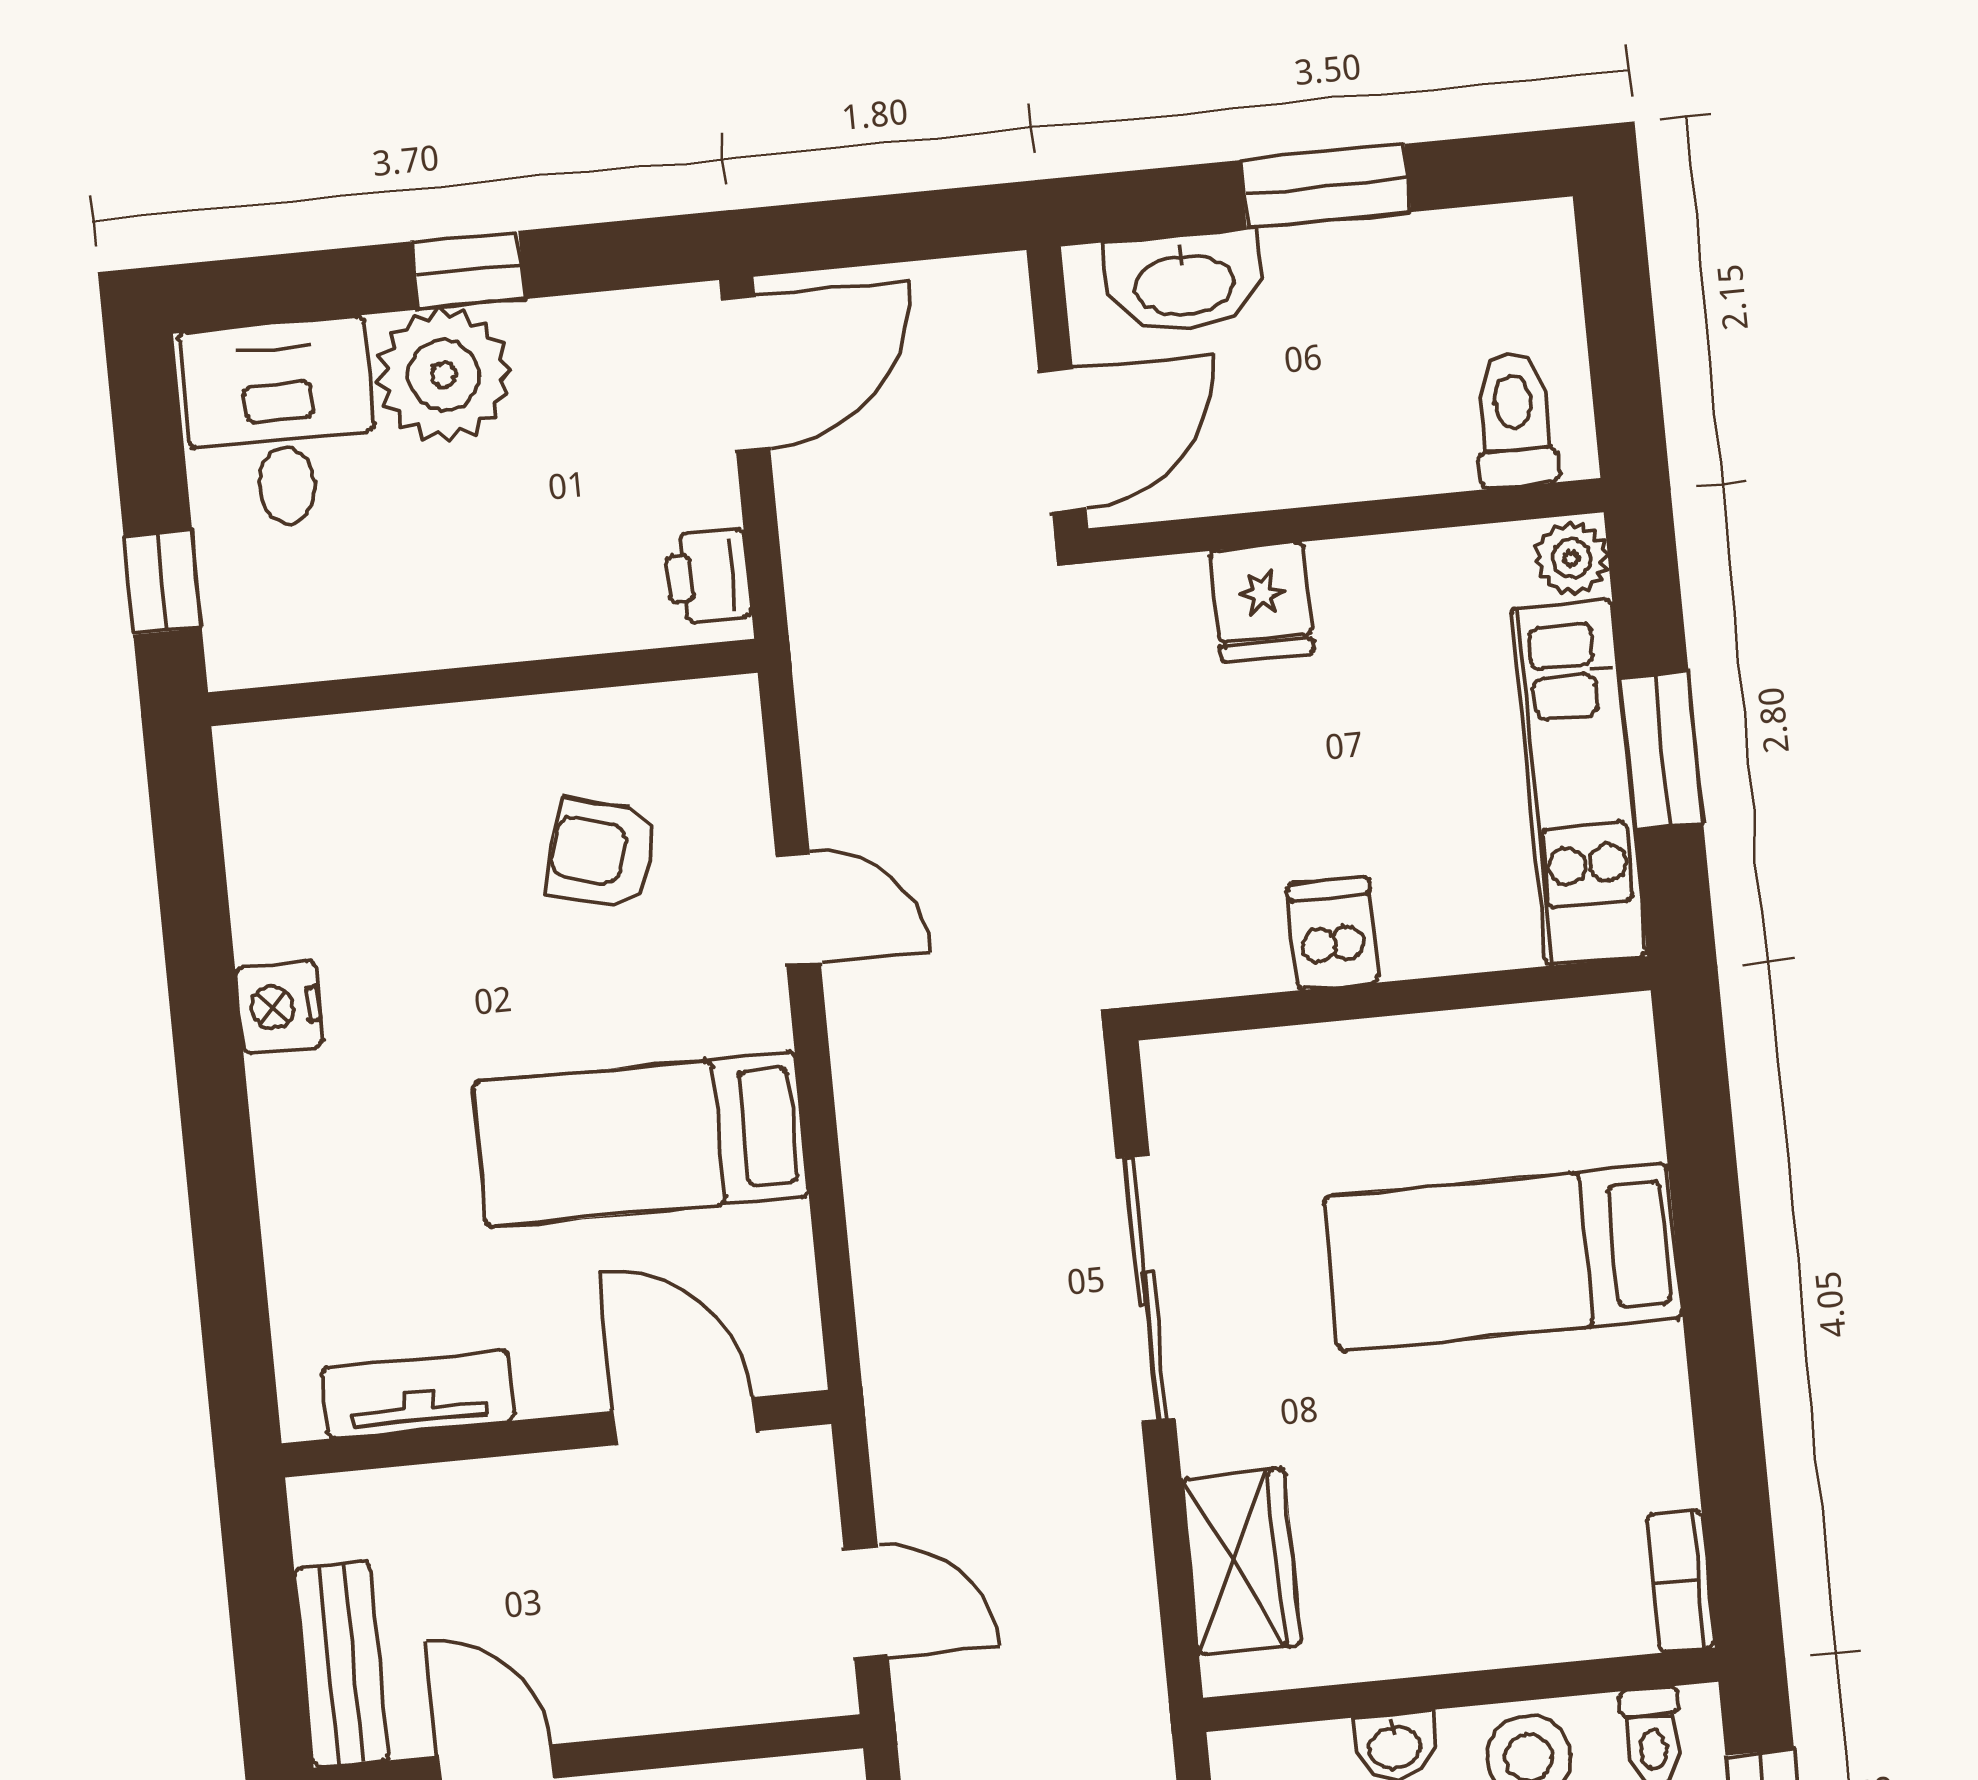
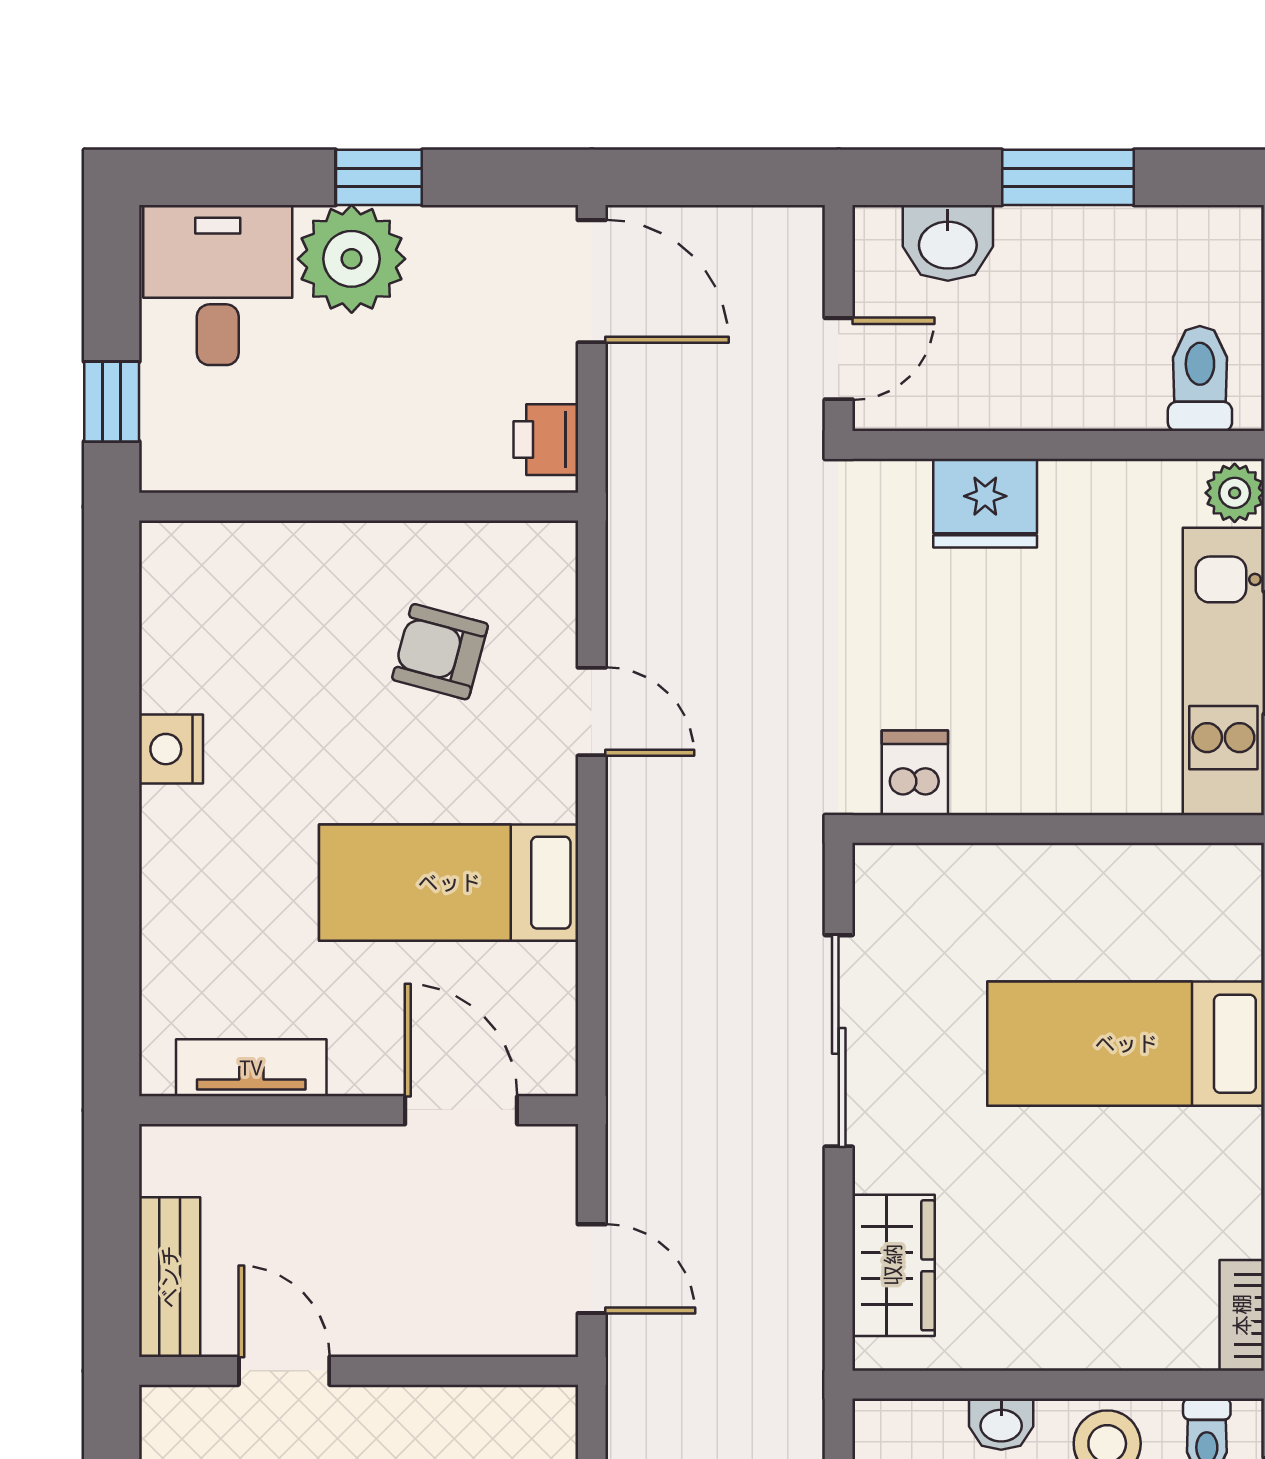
washbasin: (1184, 282) -> (948, 243), width x0.72
door: (746, 374) -> (592, 281), hinge flipped
door: (1062, 440) -> (839, 359), width x0.73
fridge: (1262, 602) -> (985, 503), width x1.38
dishwasher: (1333, 934) -> (915, 773), moved

